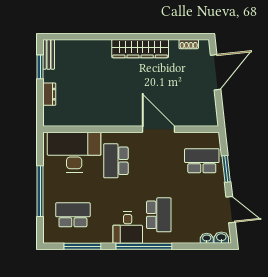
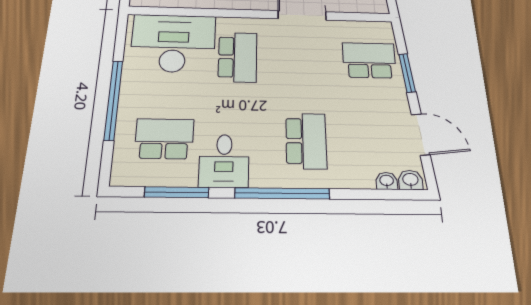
school desk: (116, 161) -> (238, 57), turned 180
desk: (128, 228) -> (224, 161), moved

